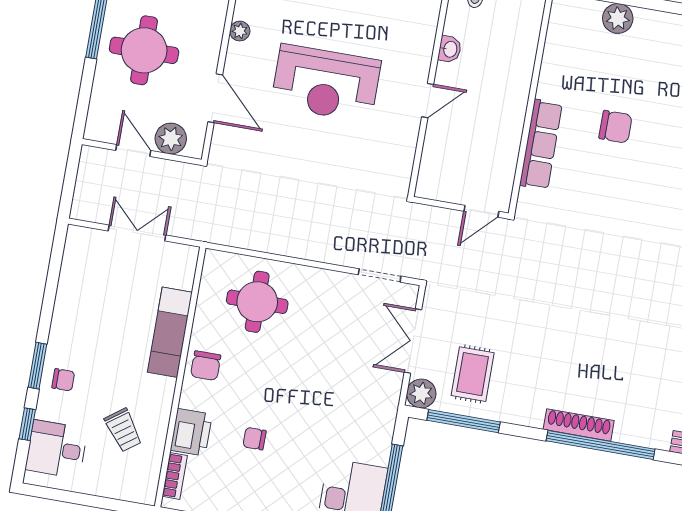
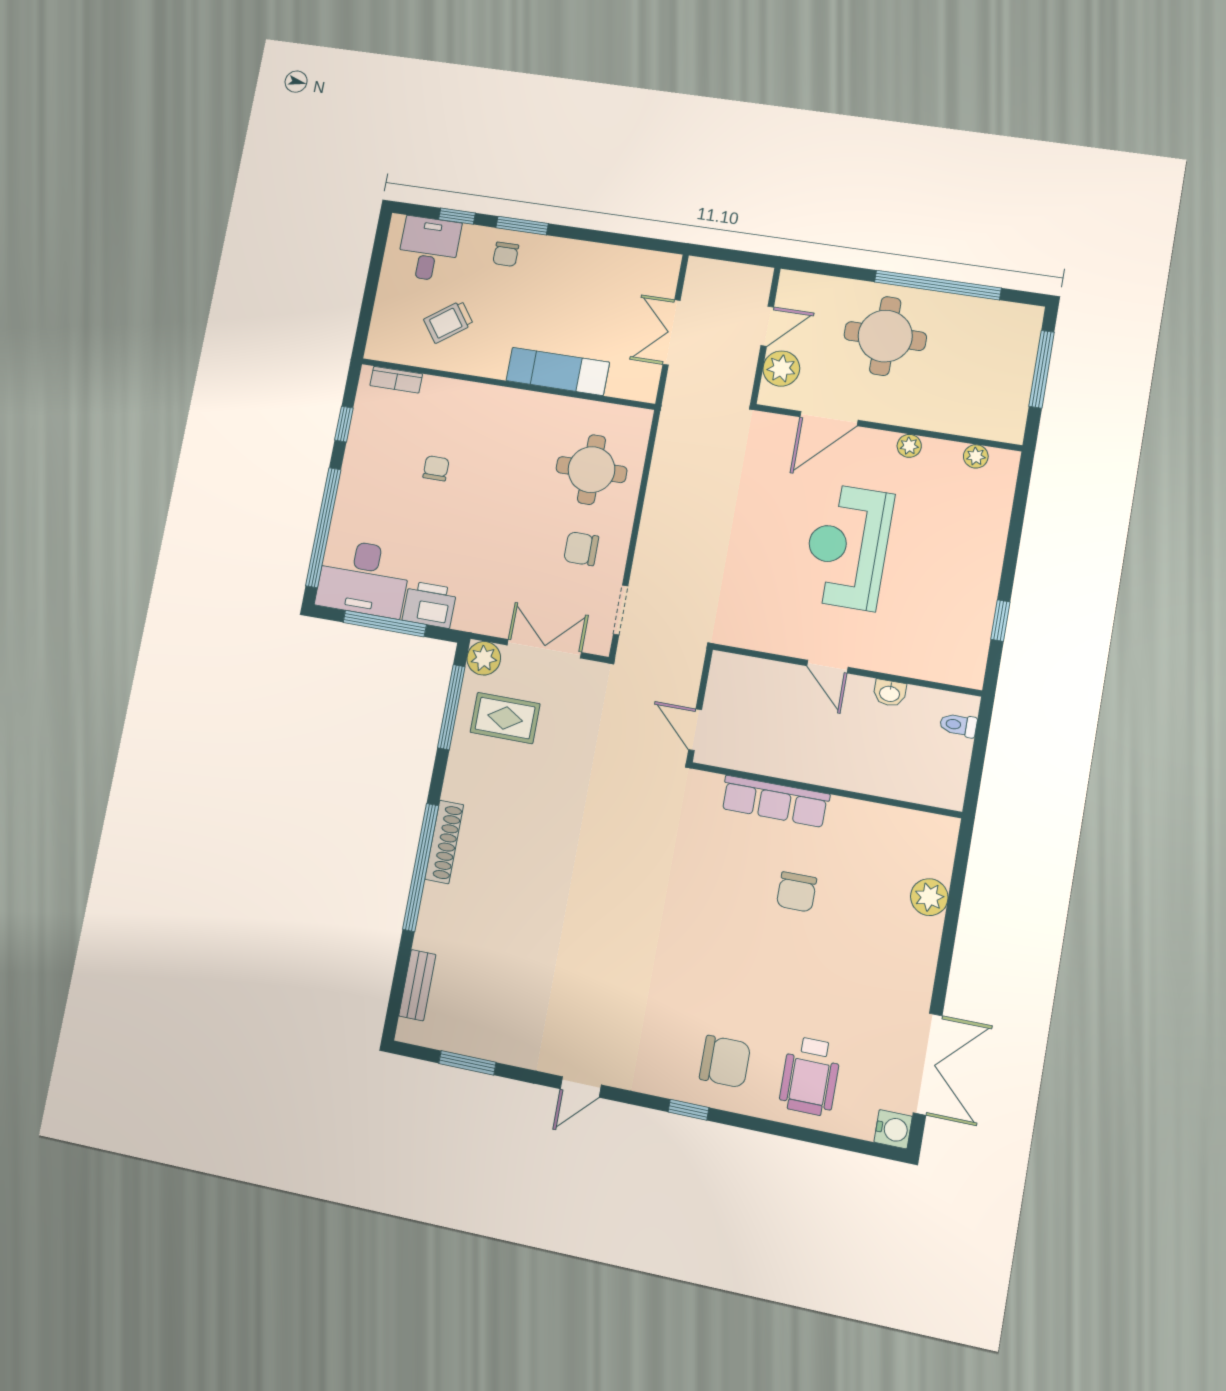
double door: (137, 233) -> (672, 332), swing flipped
chair: (206, 366) -> (581, 549), moved
printer: (191, 432) -> (430, 605), moved, turned 180

